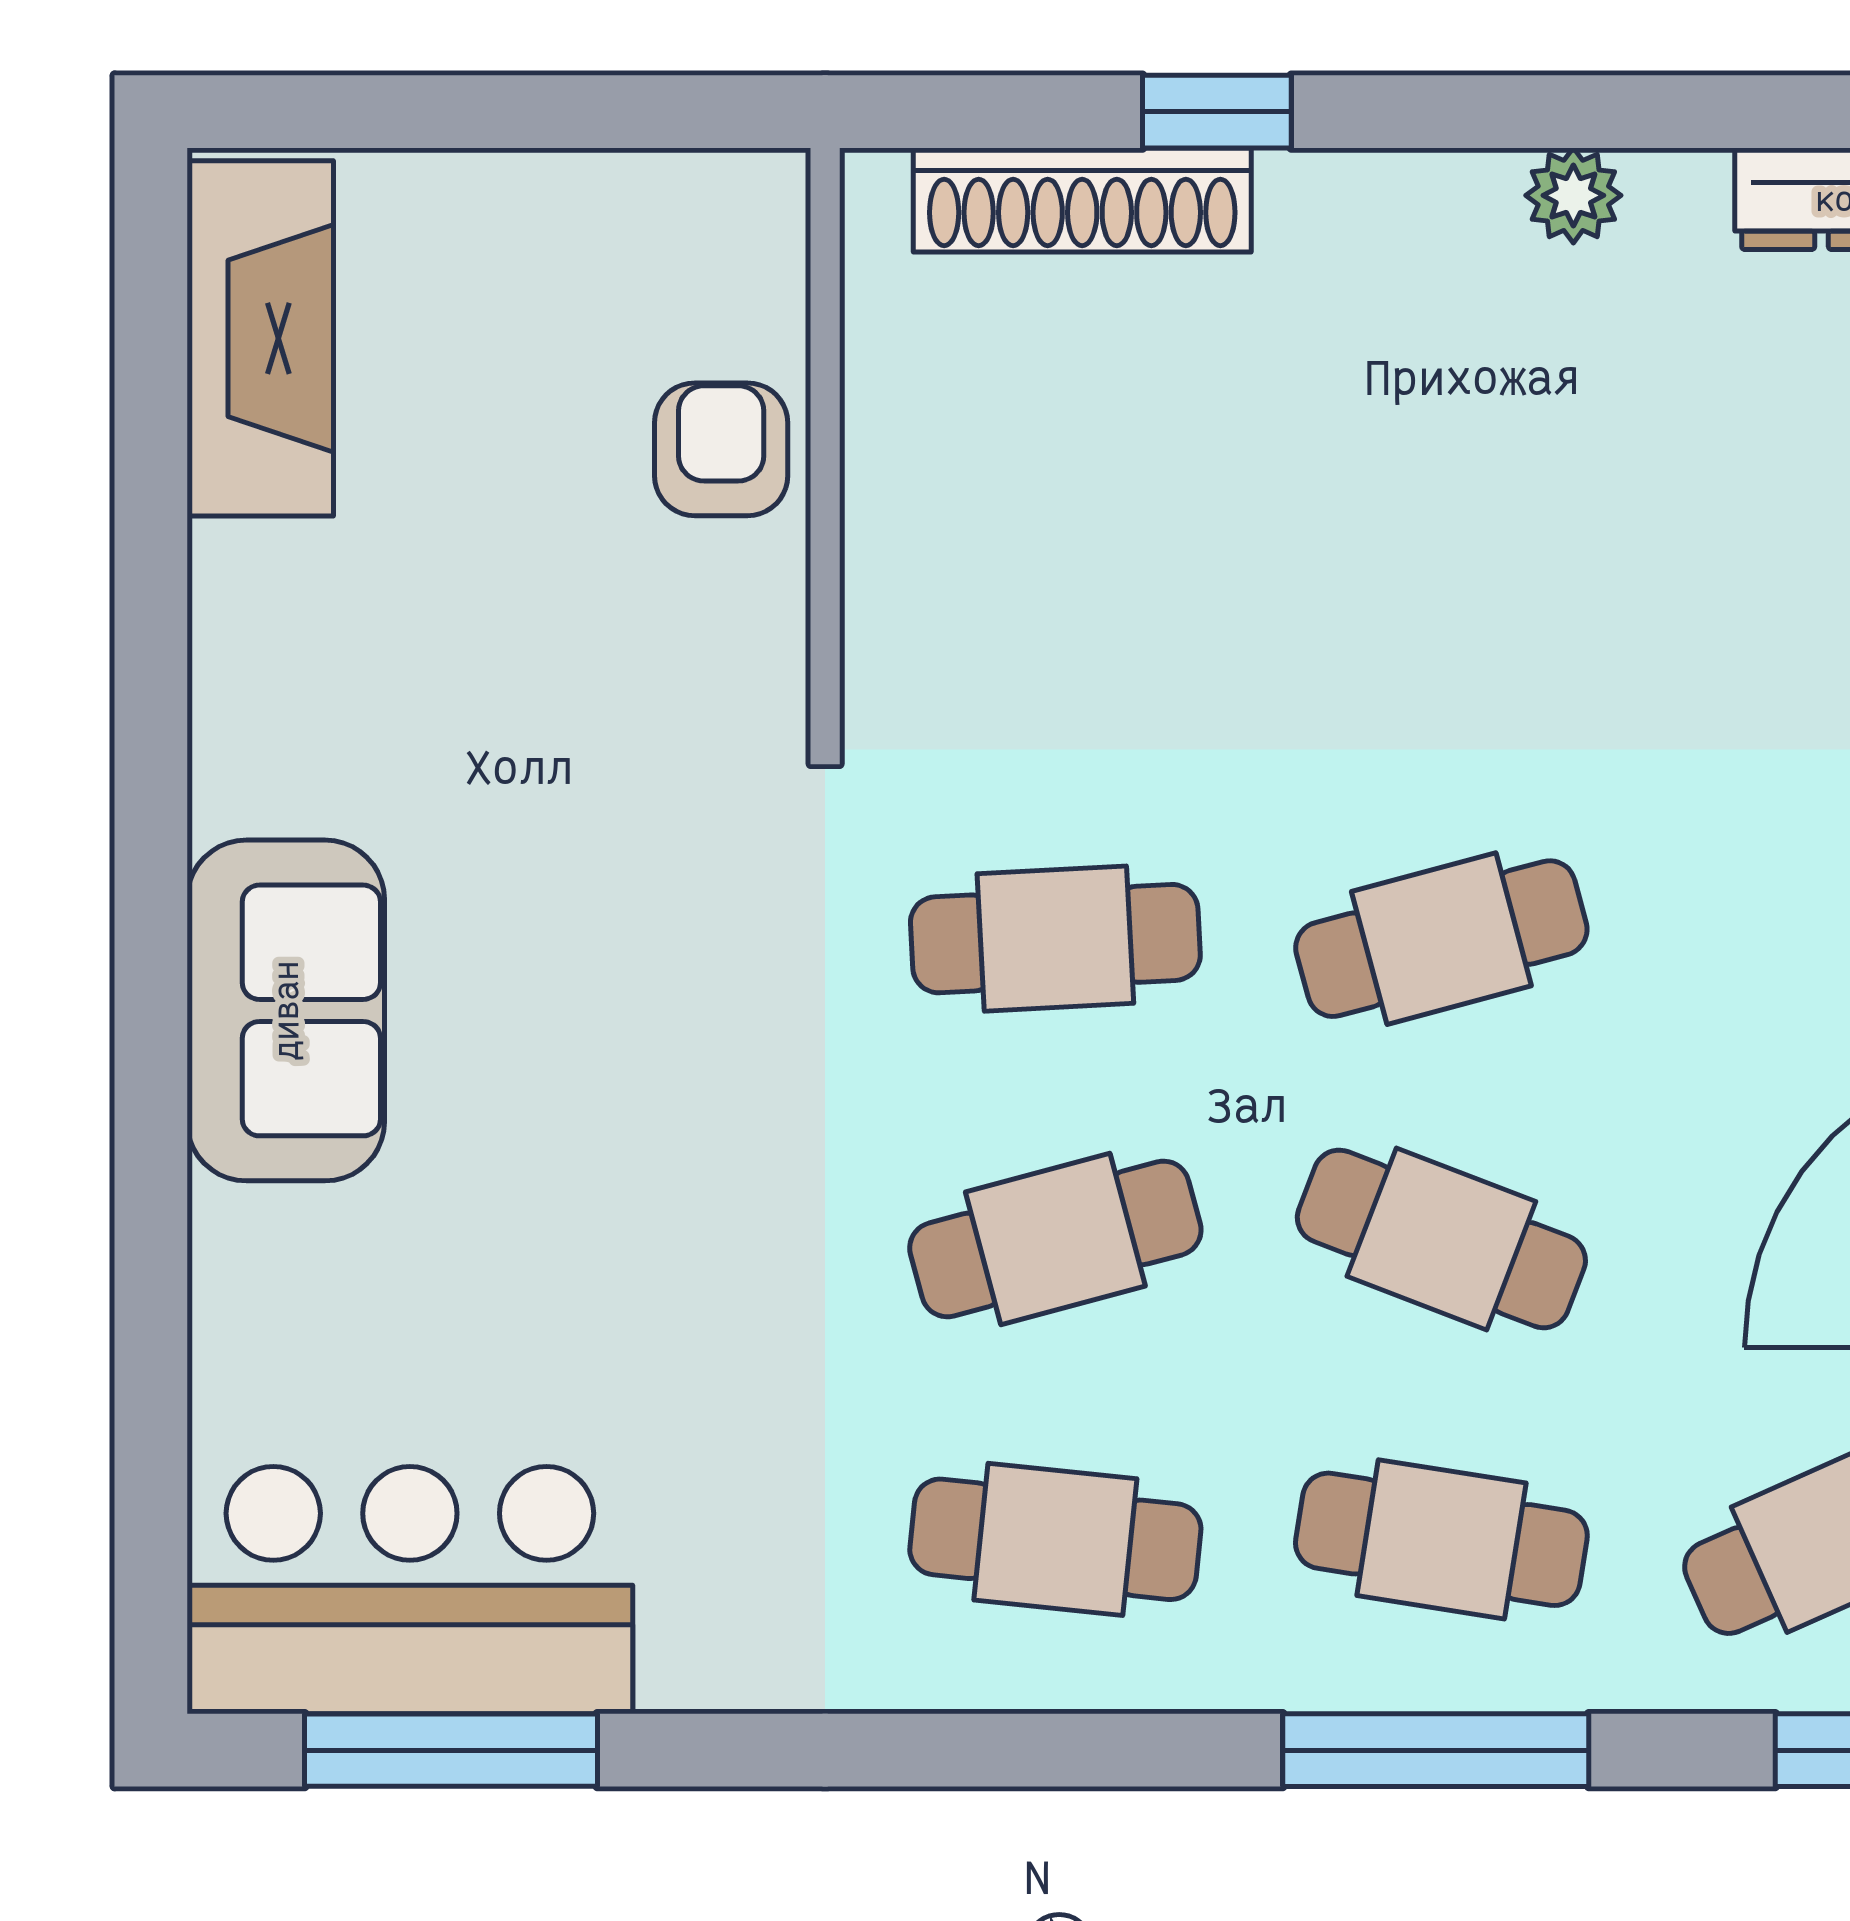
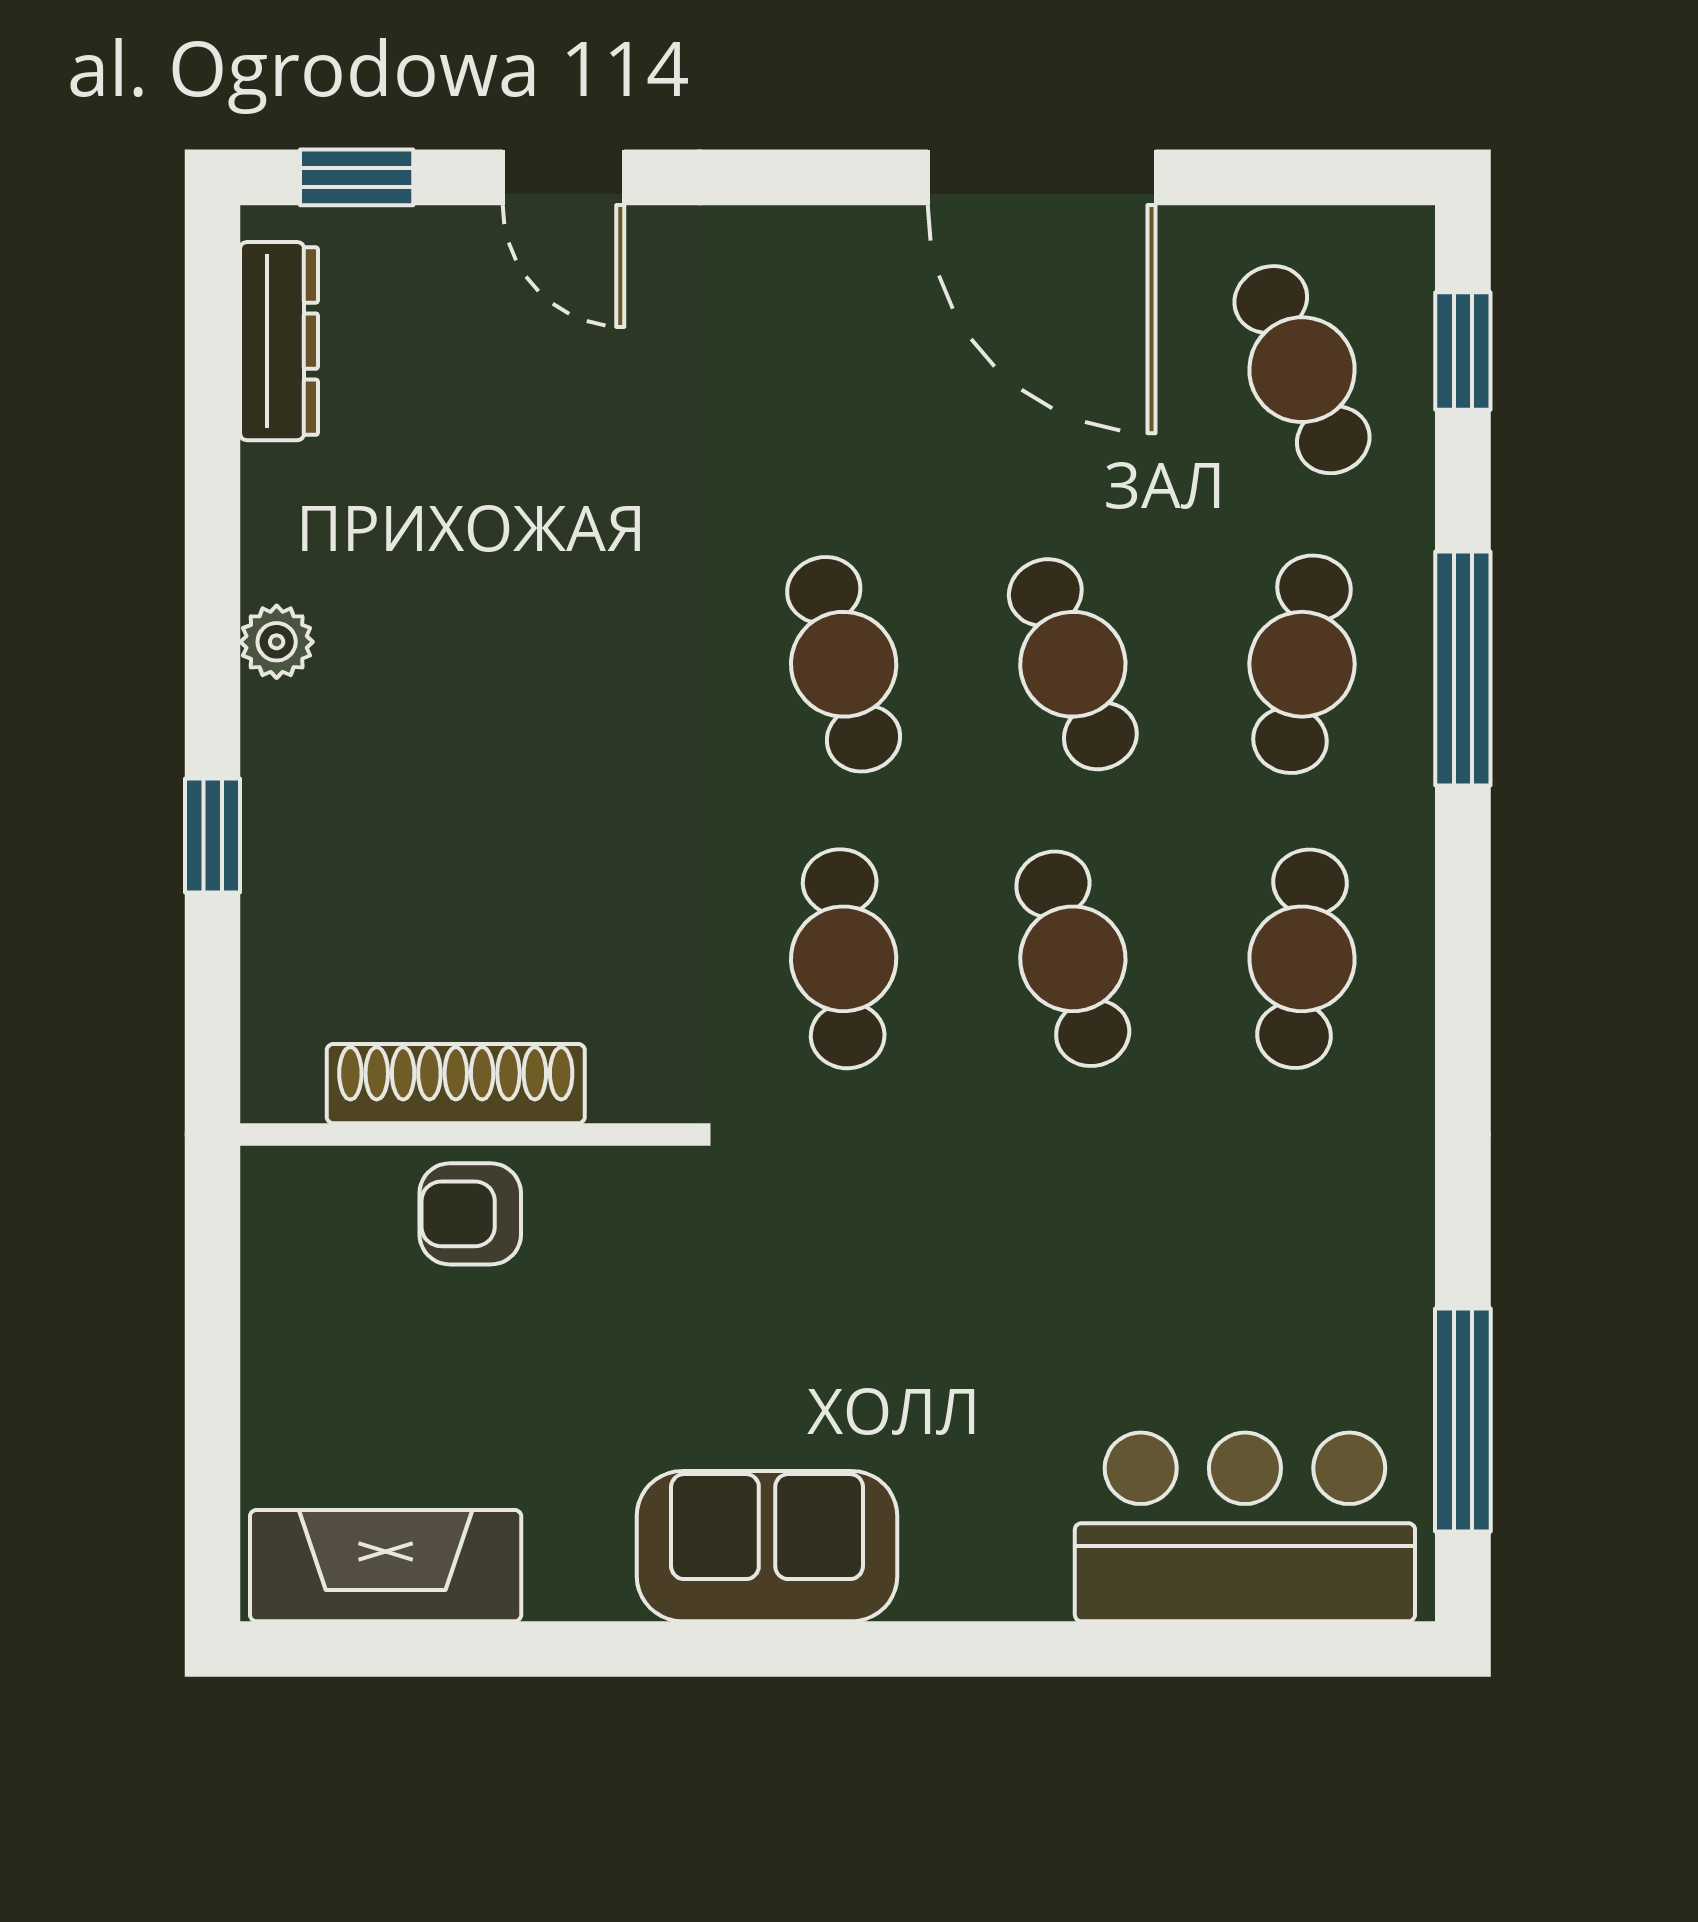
plant: (1573, 195) -> (277, 642), moved
shoe rack: (1082, 200) -> (456, 1084), moved, turned -90
sofa: (286, 1010) -> (767, 1546), moved
cafe table: (1441, 1239) -> (1073, 664), turned -42
bar counter: (410, 1590) -> (1245, 1527), moved, turned 90

